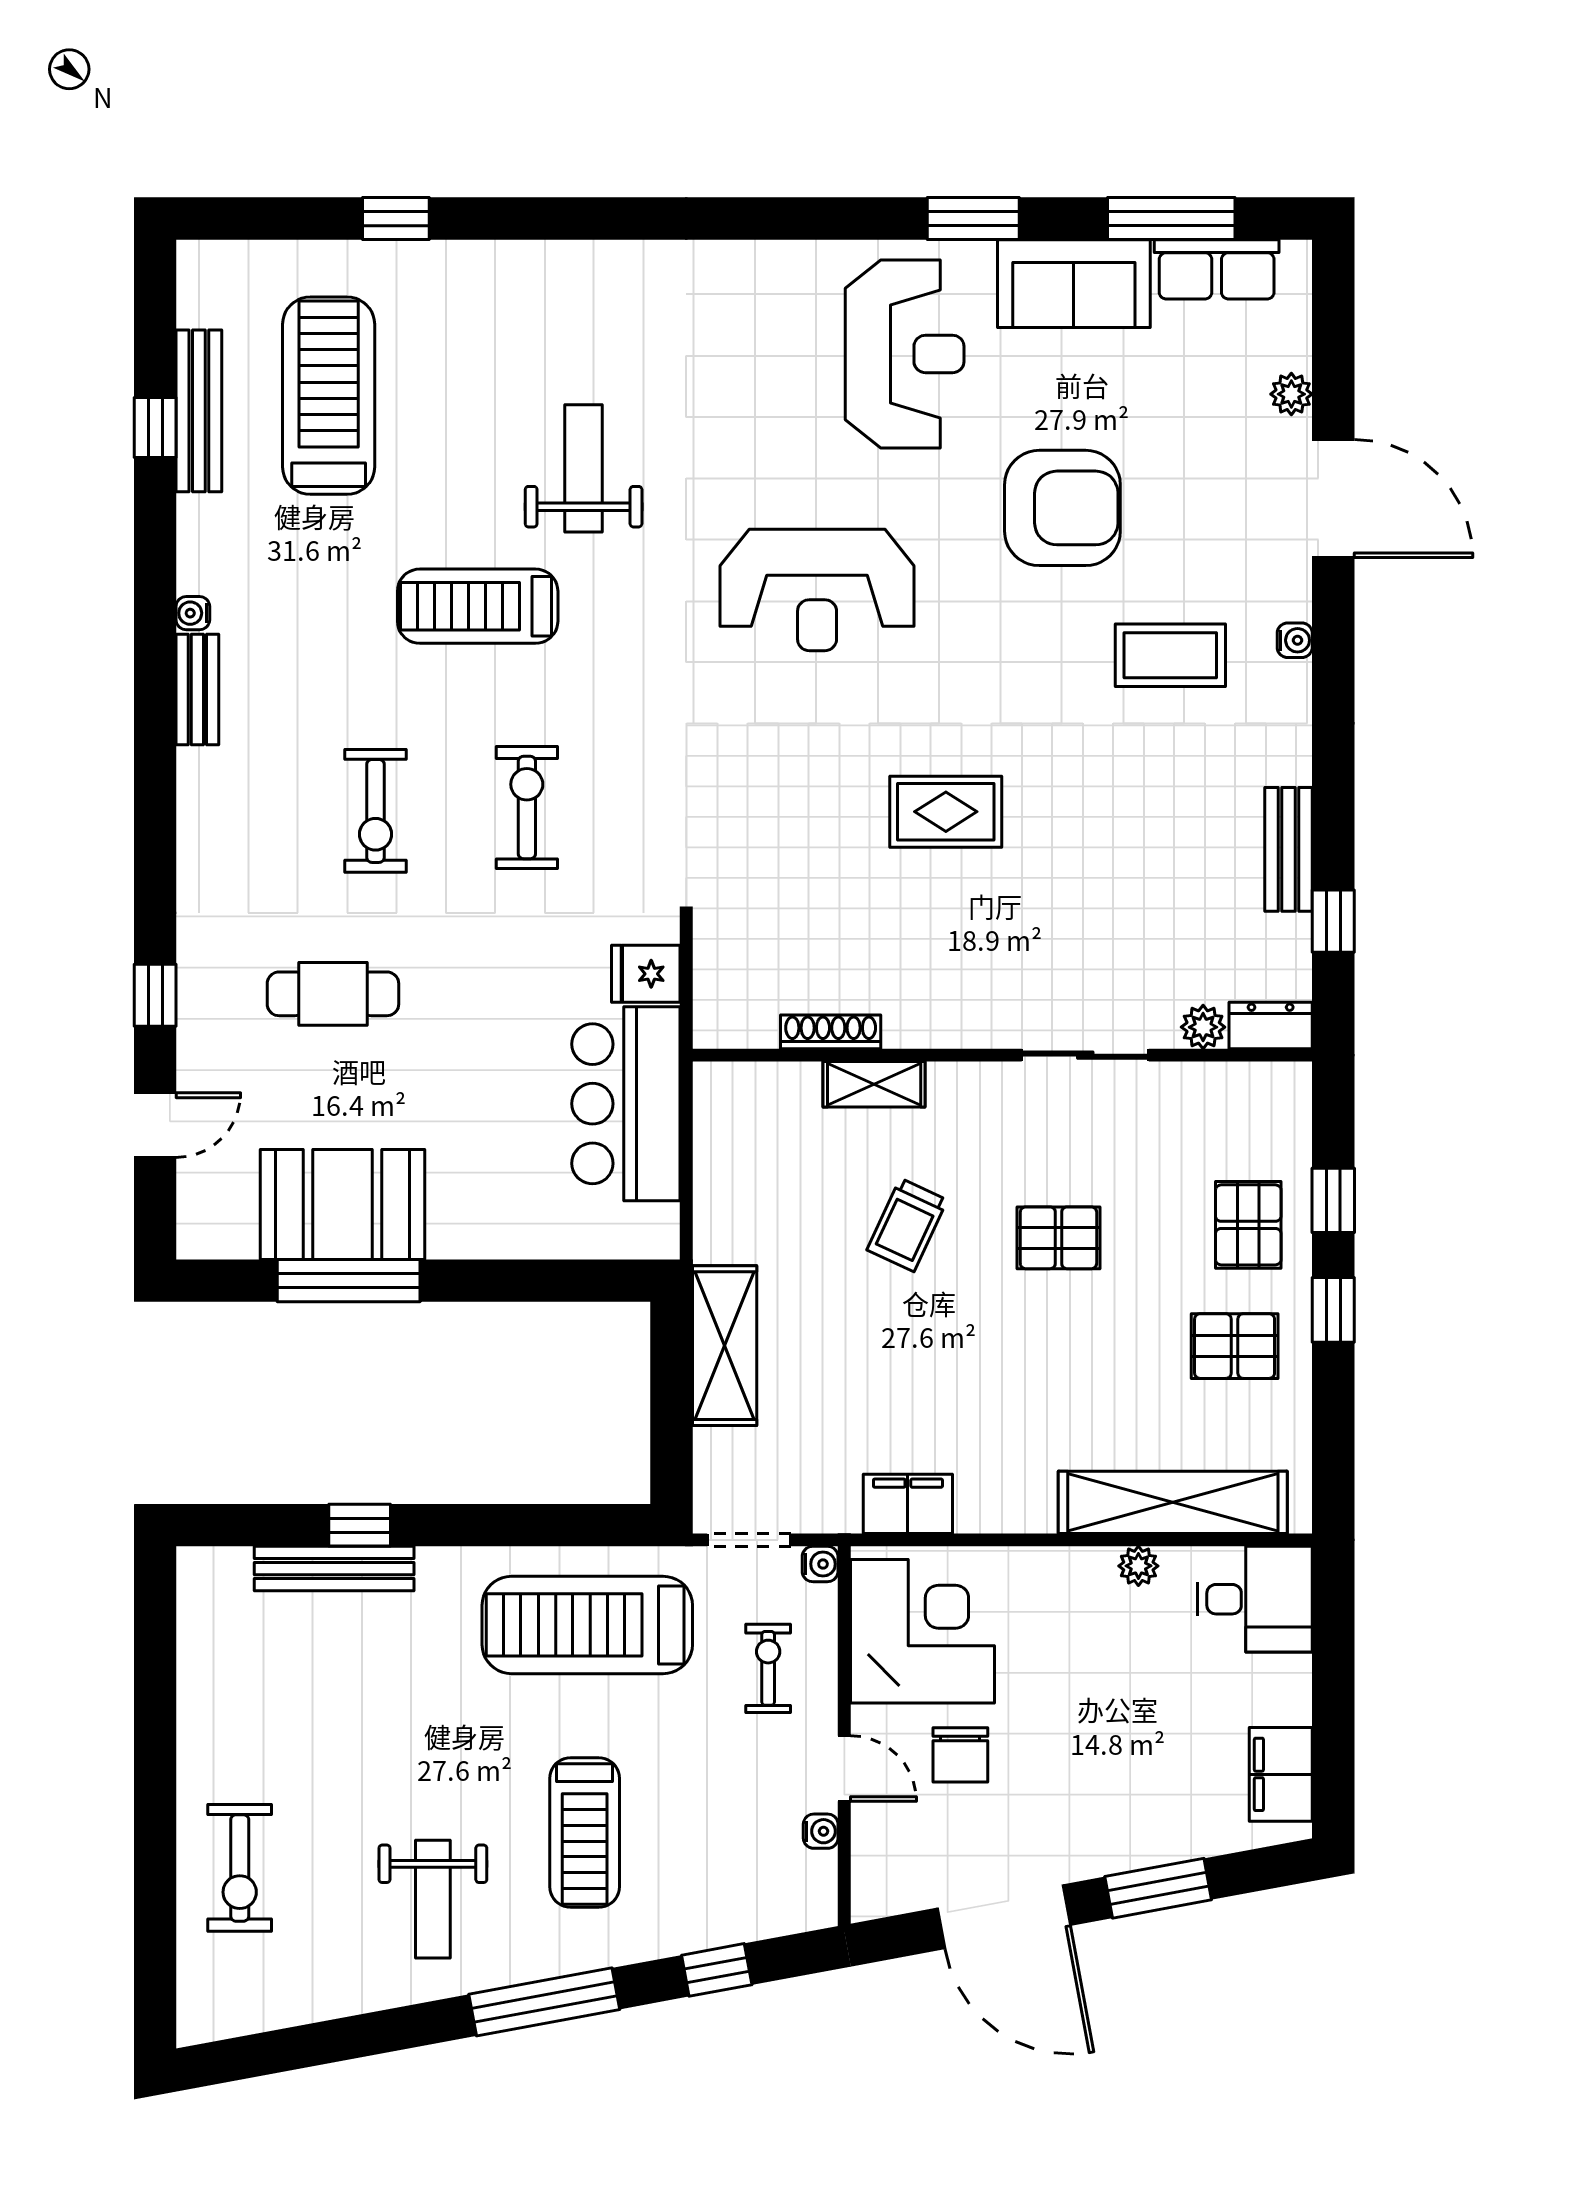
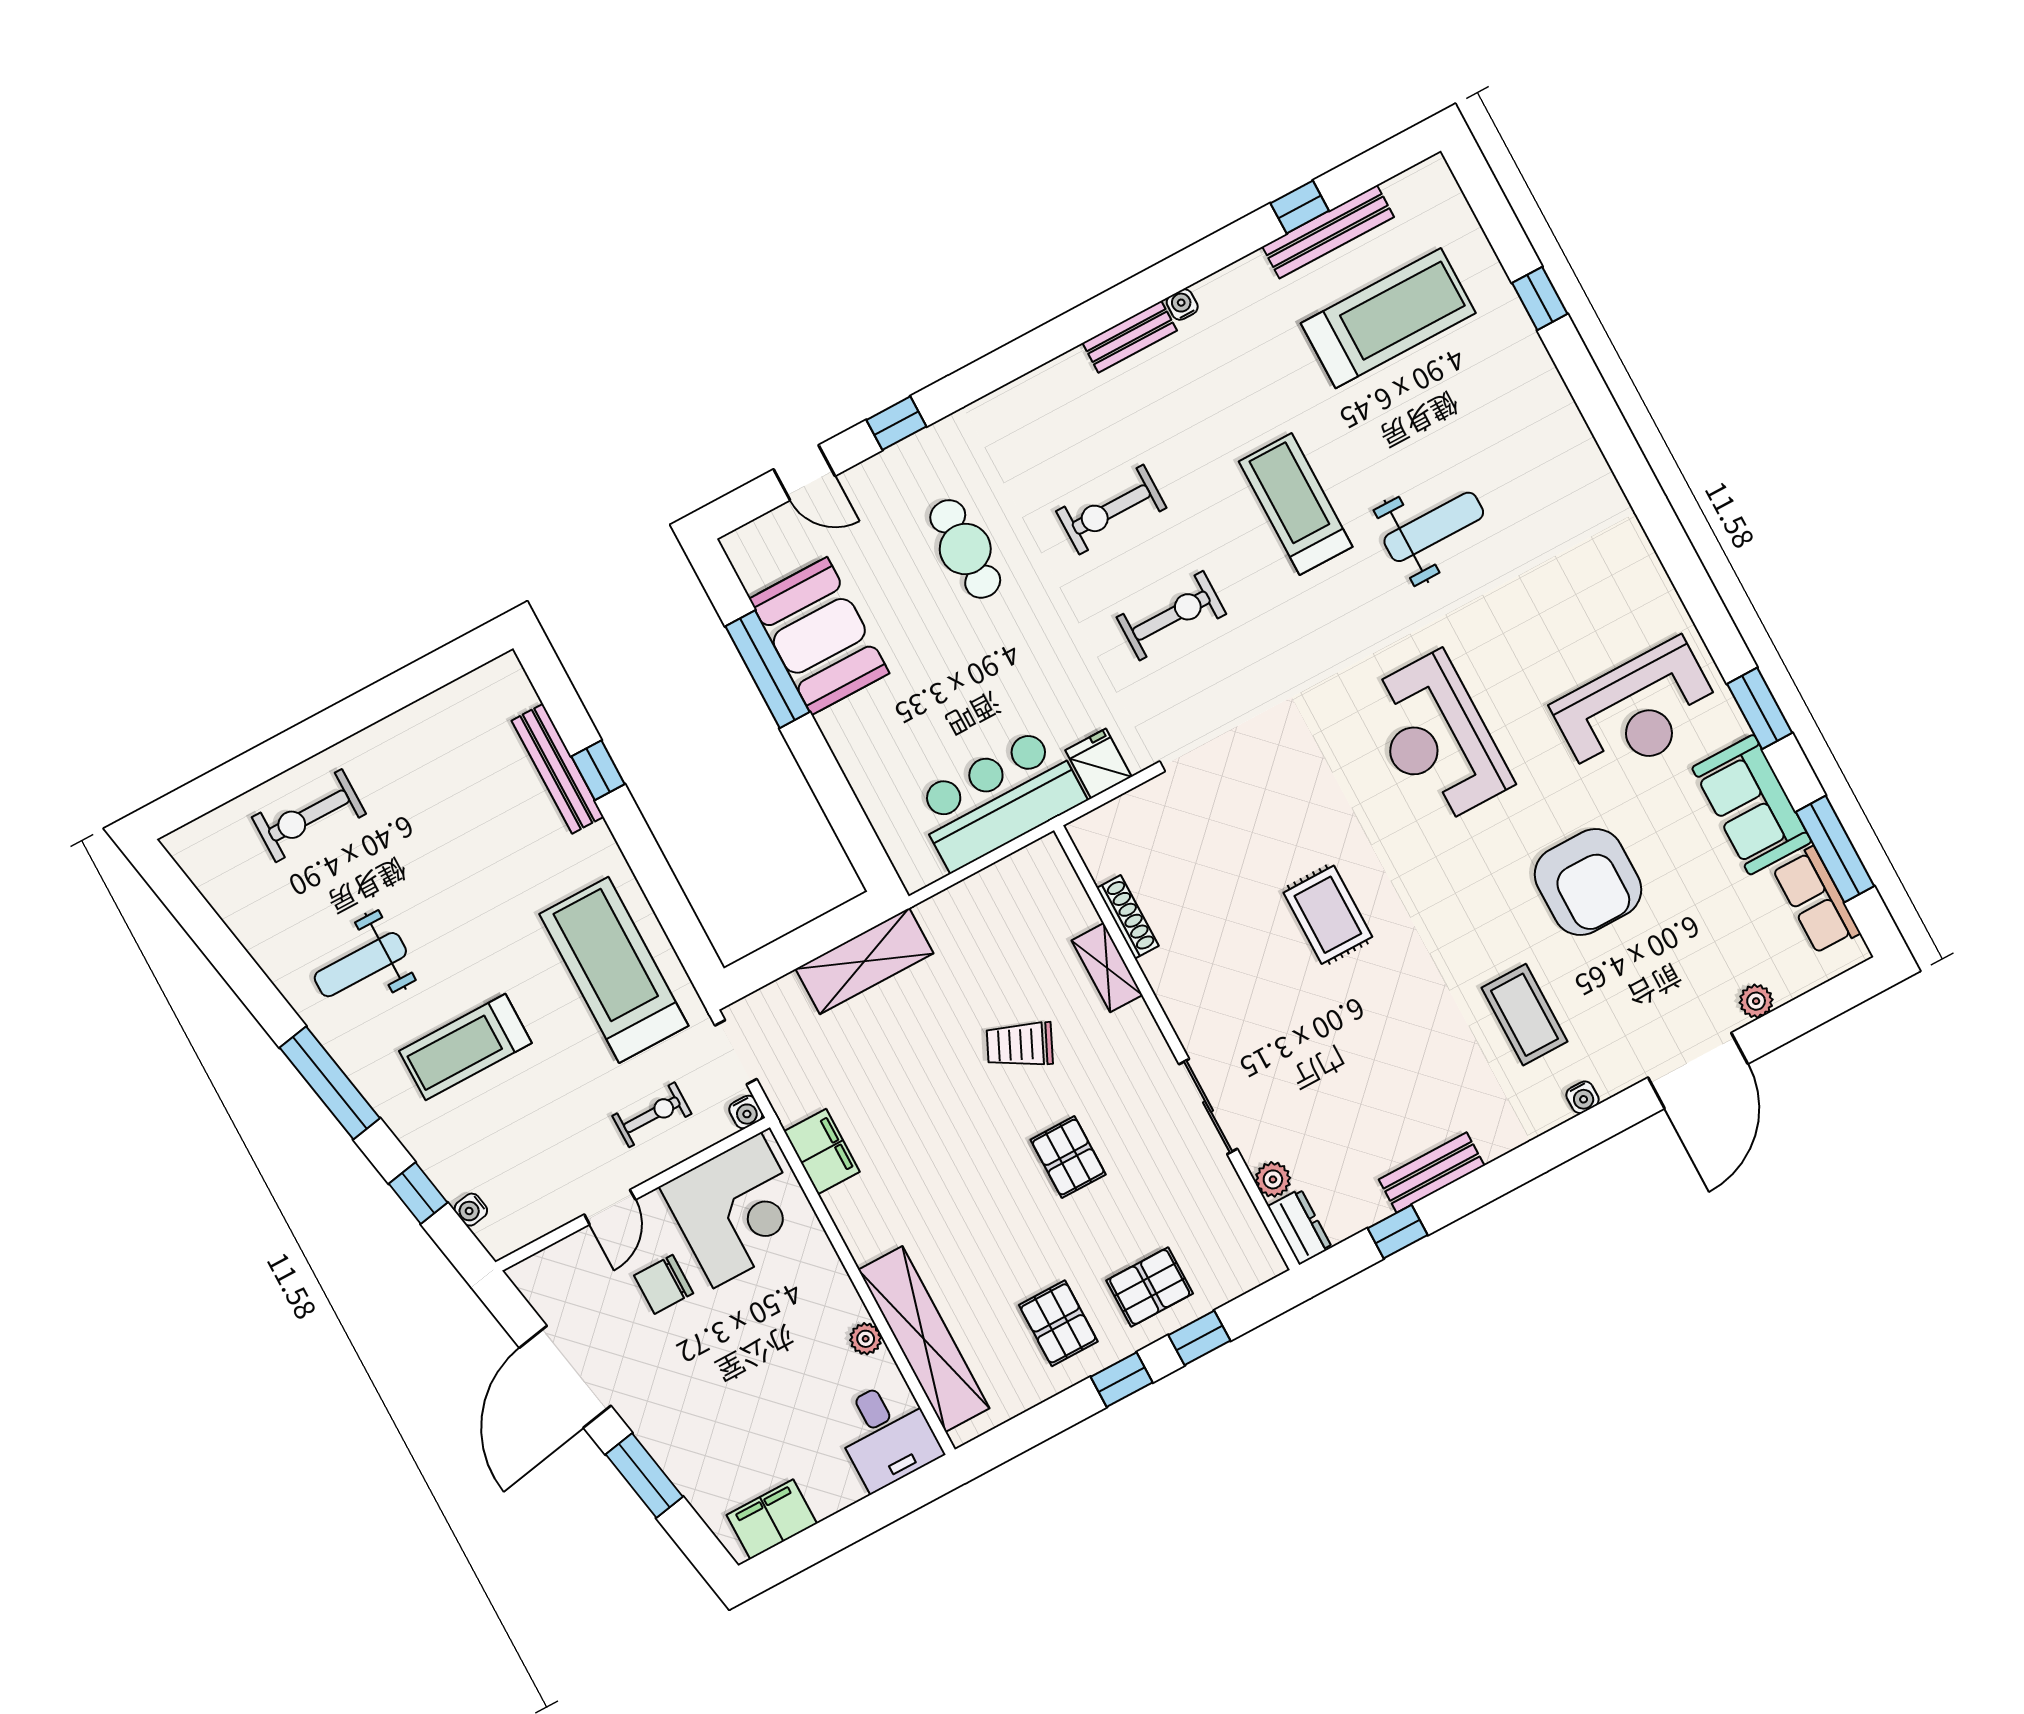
water cooler: (821, 1831) -> (471, 1210), moved, turned 80

